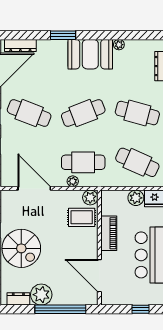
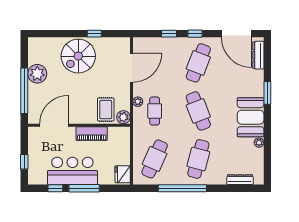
cafe table: (83, 162) -> (155, 111), width x0.73, depth x0.74
plant: (136, 198) -> (123, 158), removed
dresser: (18, 299) -> (33, 53), removed

